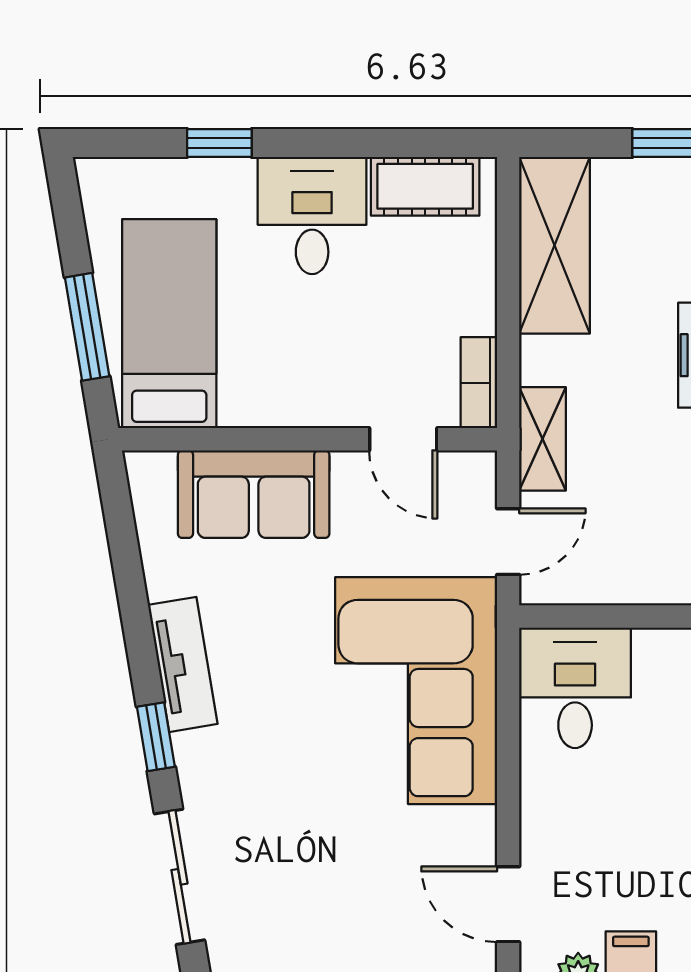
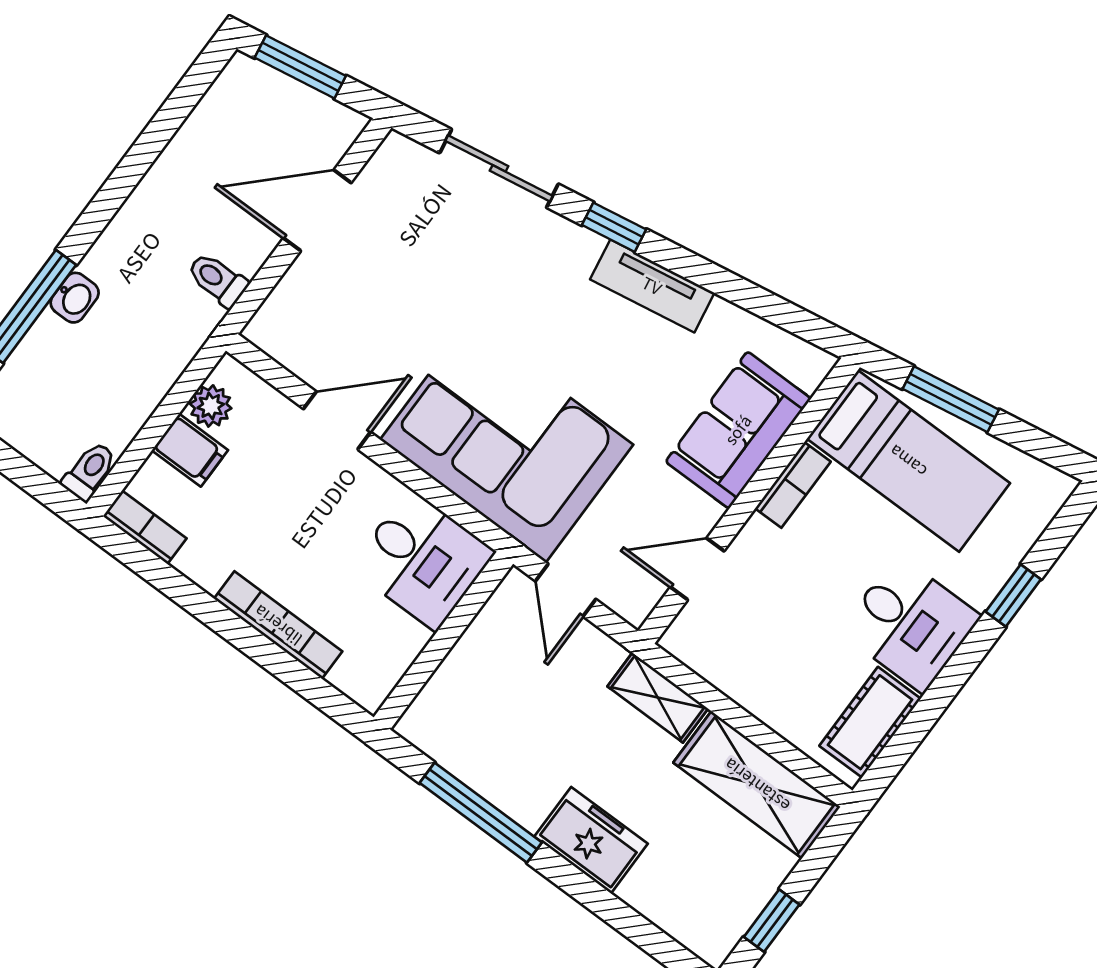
bookcase: (479, 383) -> (793, 485), moved, turned 90
shelving: (542, 439) -> (658, 698), moved
door: (508, 904) -> (337, 420), moved

